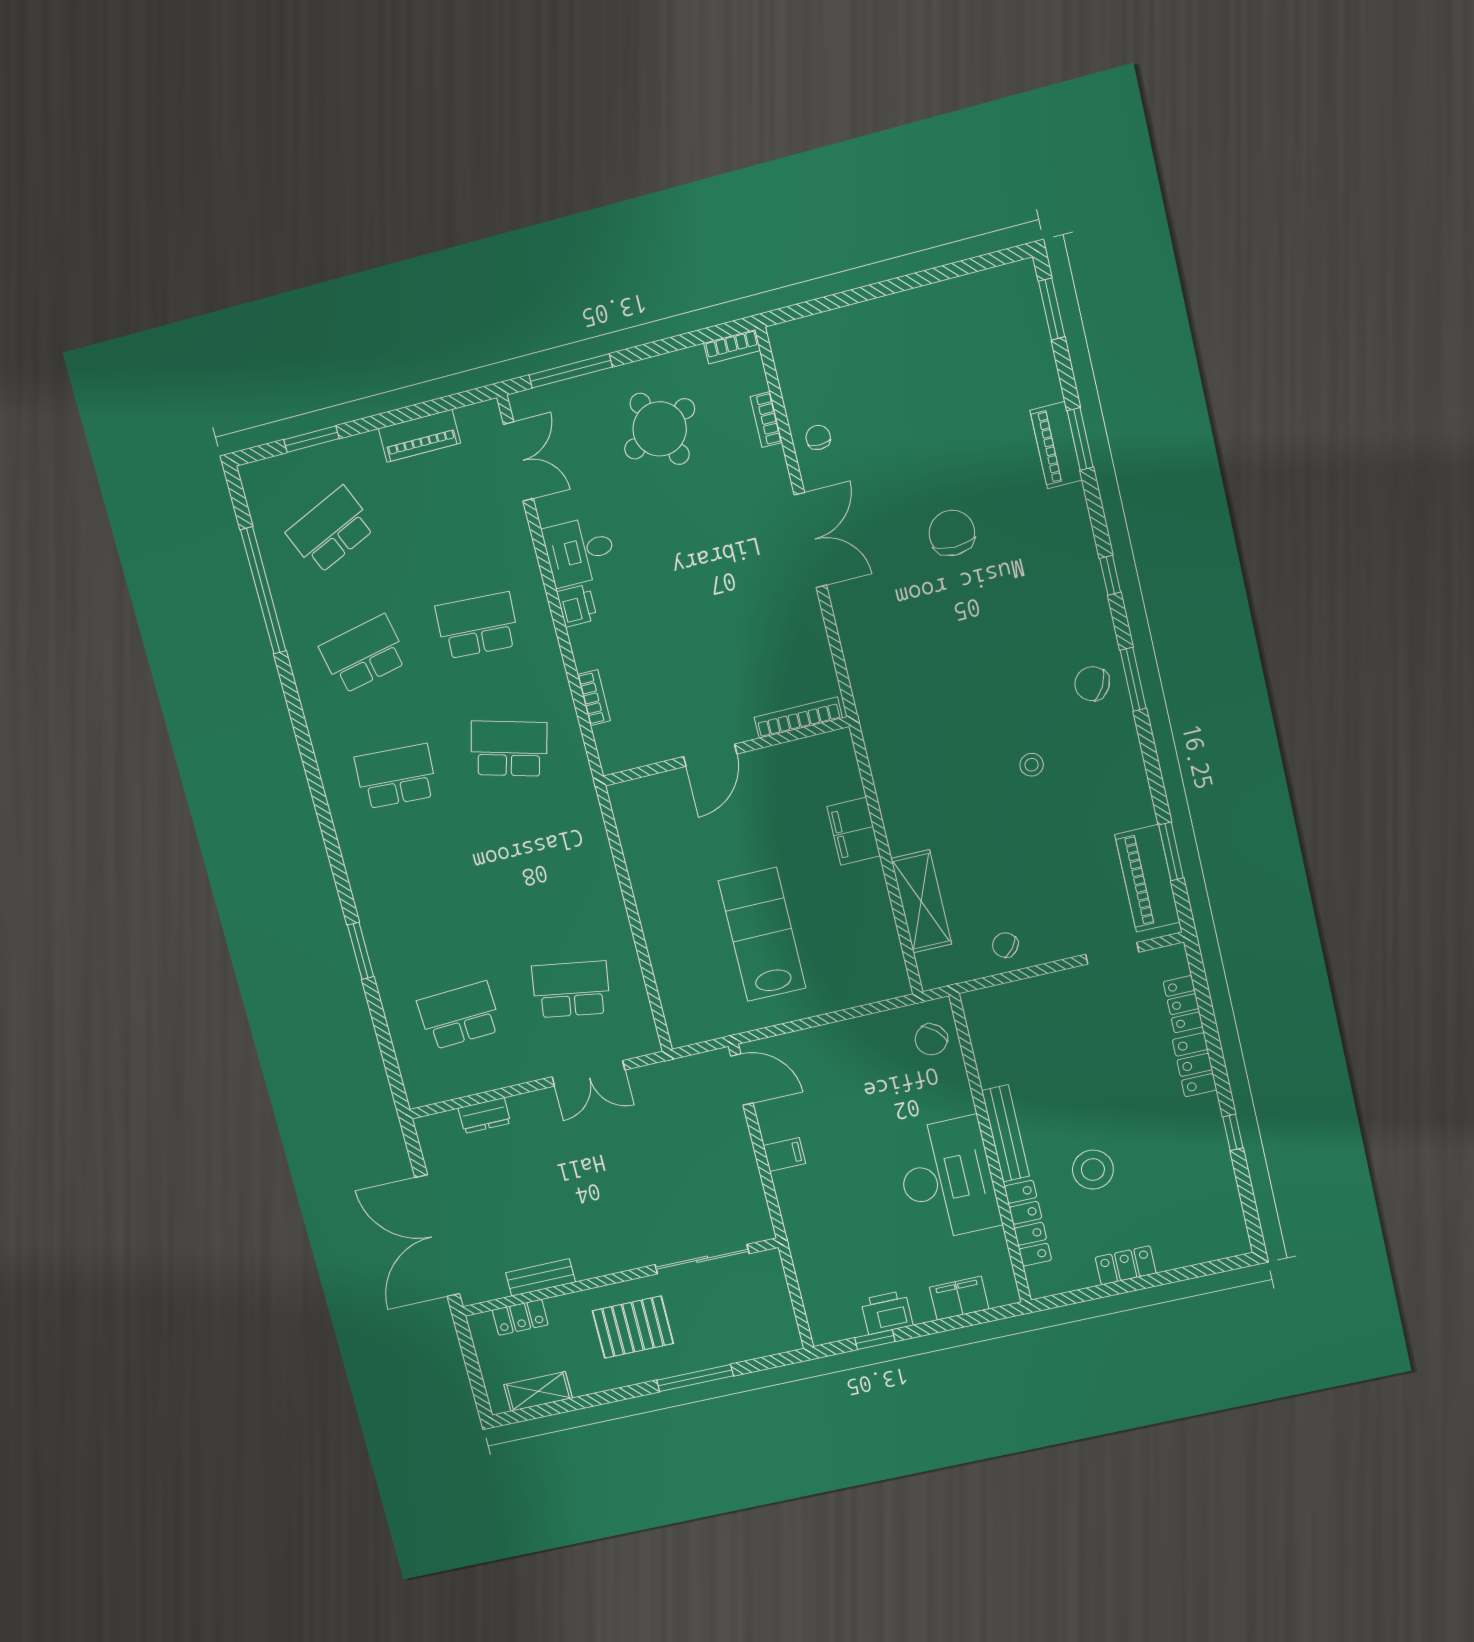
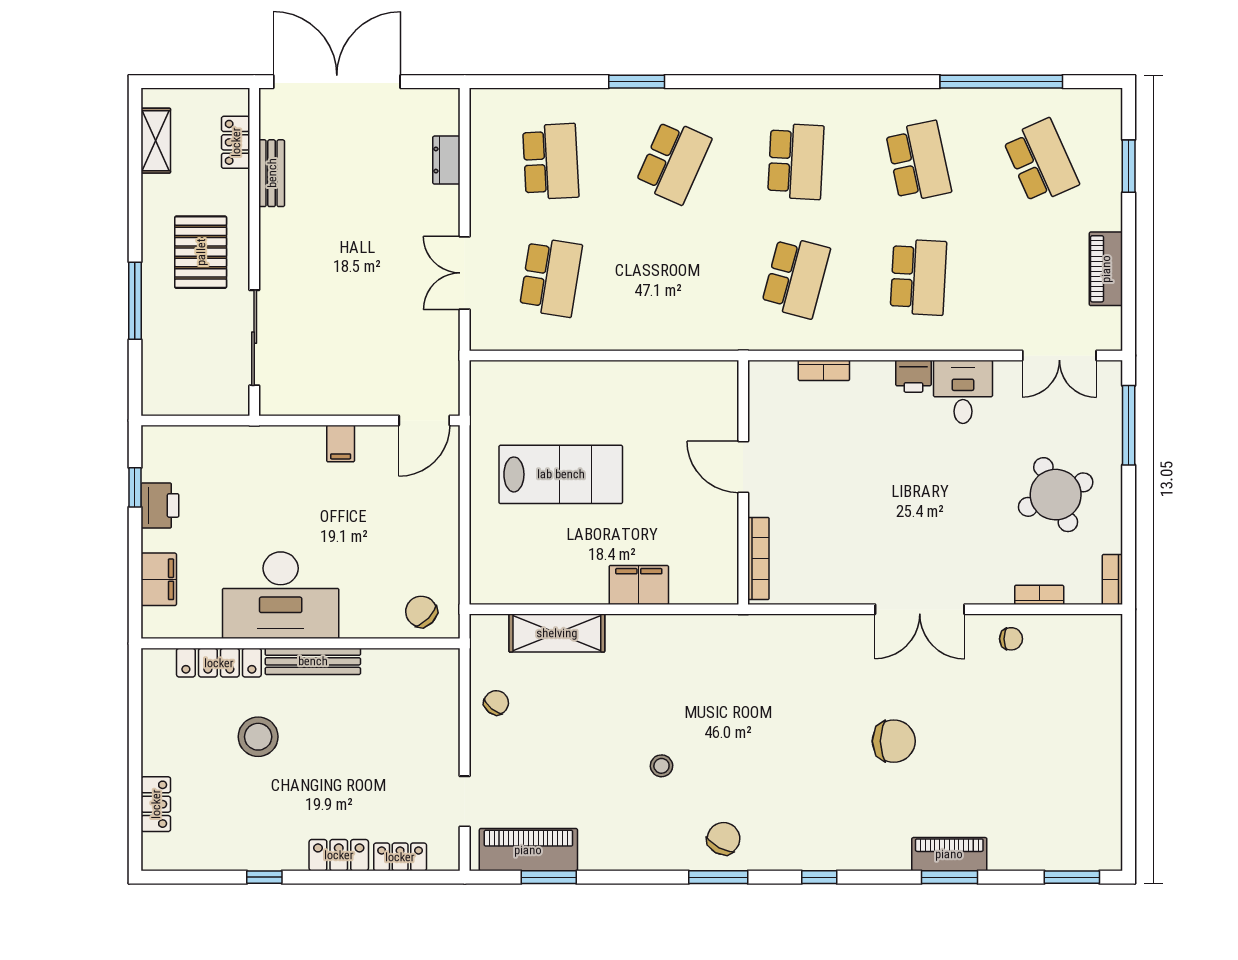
school desk: (428, 897) -> (673, 161), added
locker: (1126, 1265) -> (156, 804), moved

